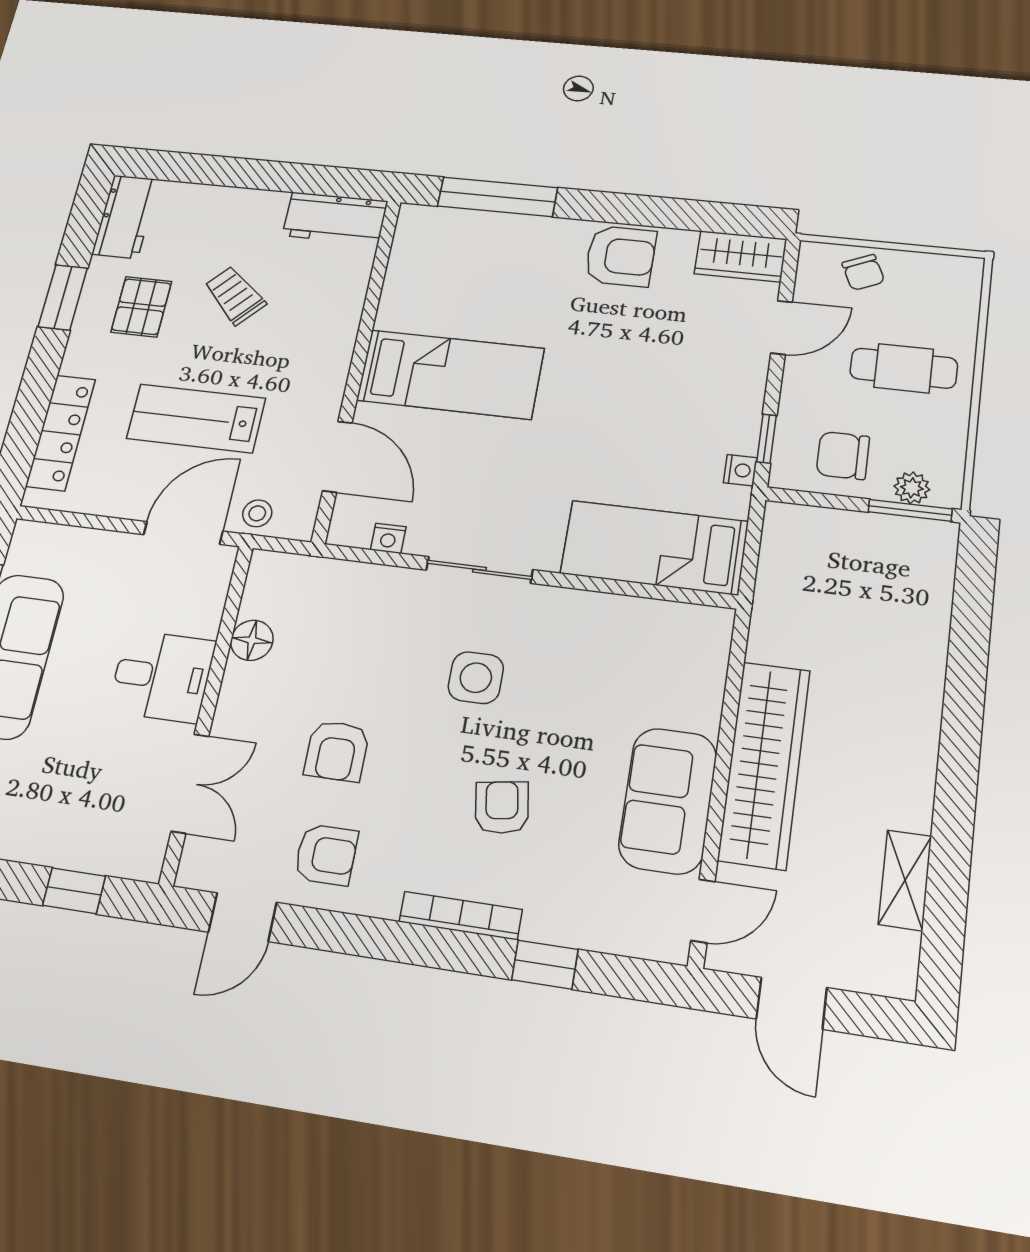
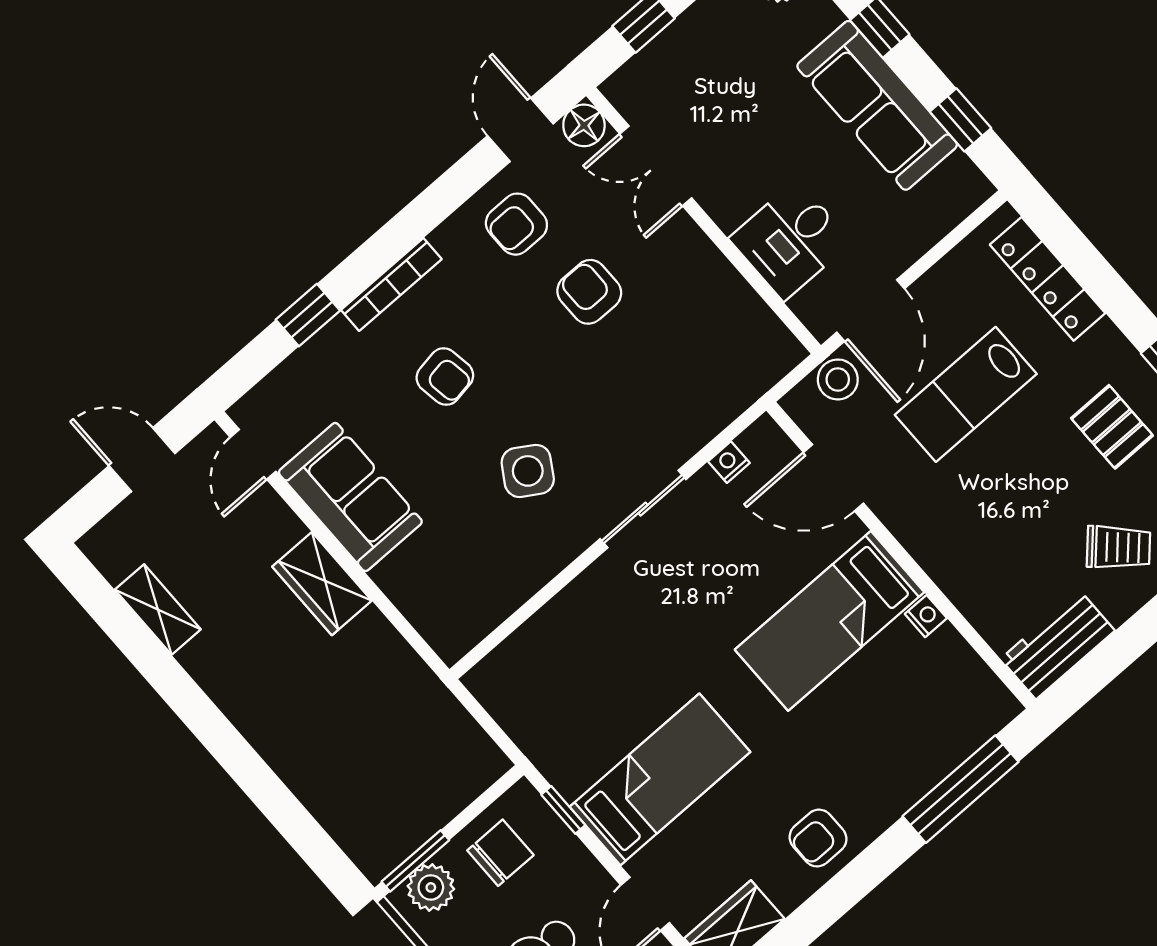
armchair: (620, 256) -> (818, 838), width x0.72, depth x0.72
trolley: (235, 295) -> (1118, 547), moved
lab bench: (196, 418) -> (966, 394), turned 180
nightstand: (740, 470) -> (926, 616), moved, turned 180
plant: (912, 488) -> (431, 887), width x1.38, depth x1.38
stool: (257, 513) -> (838, 379), width x1.37, depth x1.37
bed: (654, 547) -> (660, 779), moved
floor lamp: (252, 640) -> (584, 125), moved
desk: (162, 676) -> (790, 240), moved
side table: (476, 678) -> (528, 471), moved, turned 32
wardrobe: (764, 764) -> (322, 584), width x0.48, depth x0.85

